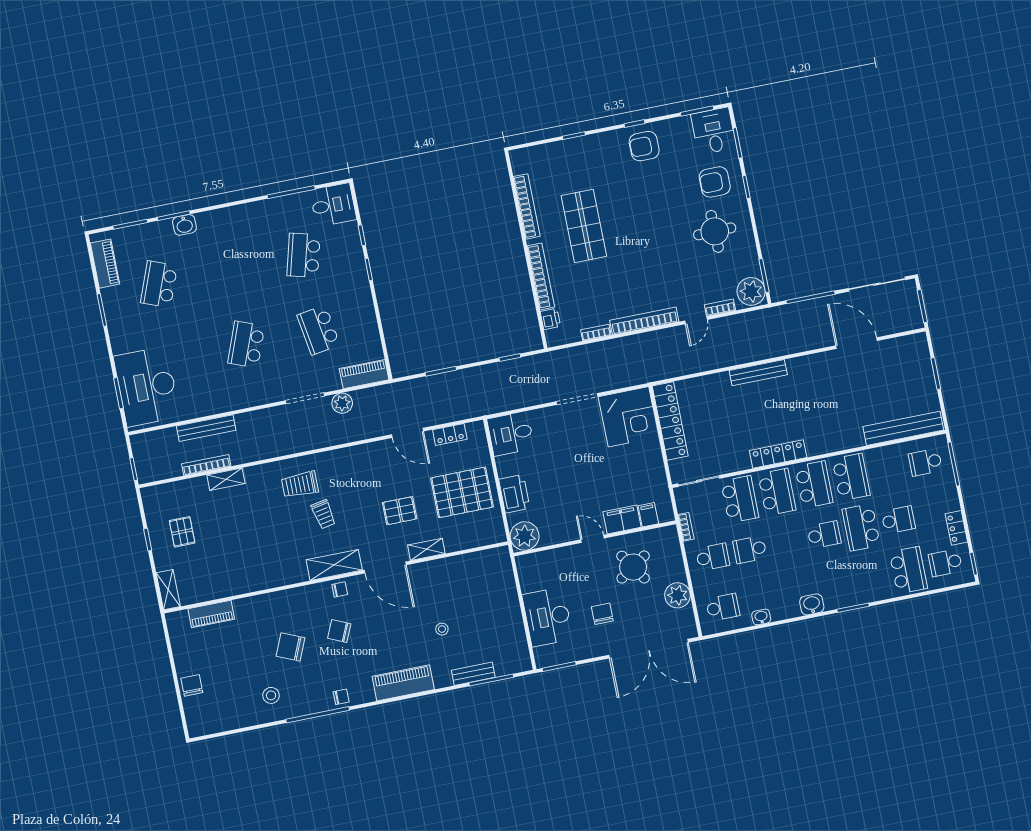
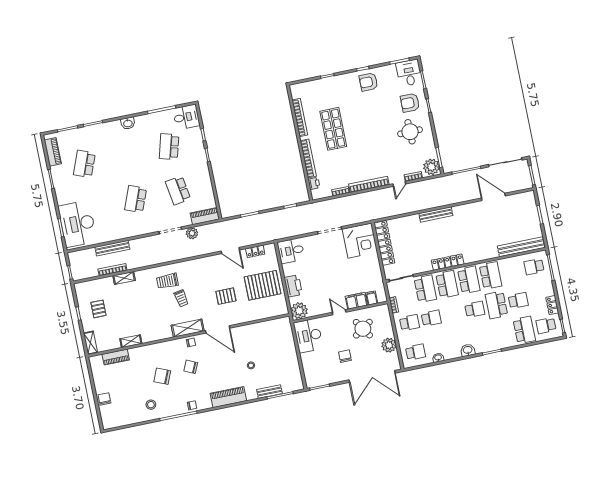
washbasin: (184, 225) -> (128, 123), moved
shelving: (426, 549) -> (131, 341), moved
school desk: (750, 550) -> (431, 318), turned 180
desk: (548, 617) -> (308, 336), moved

